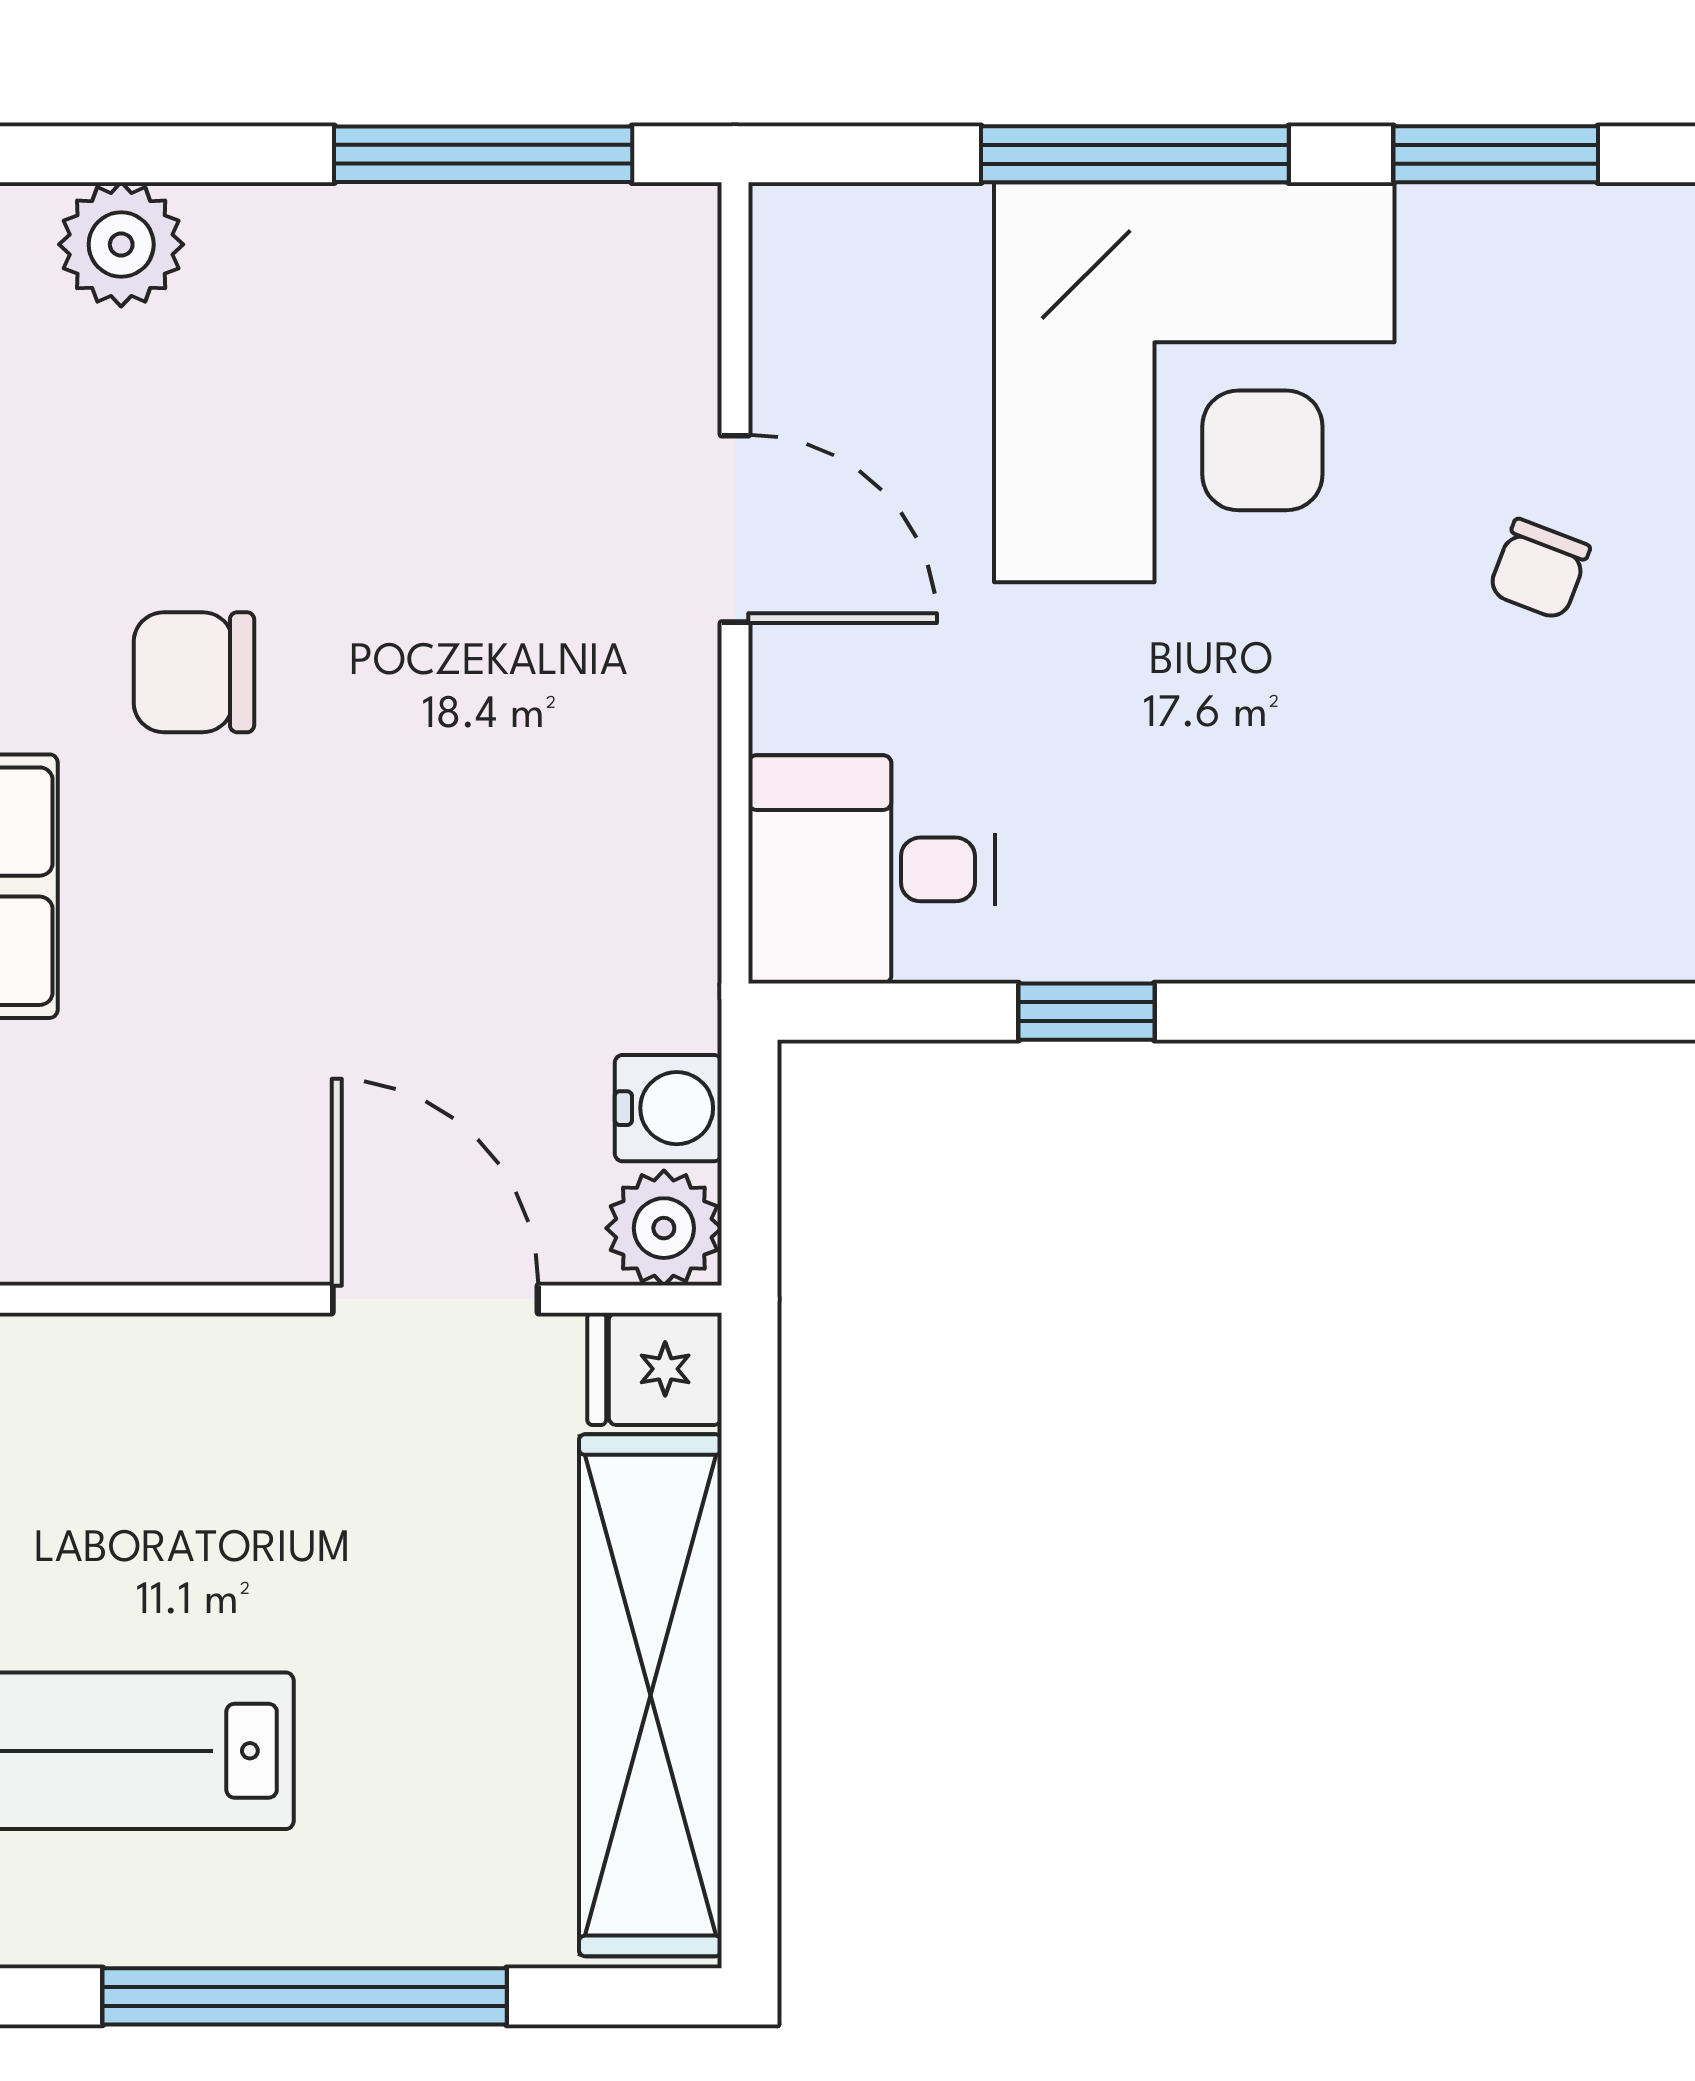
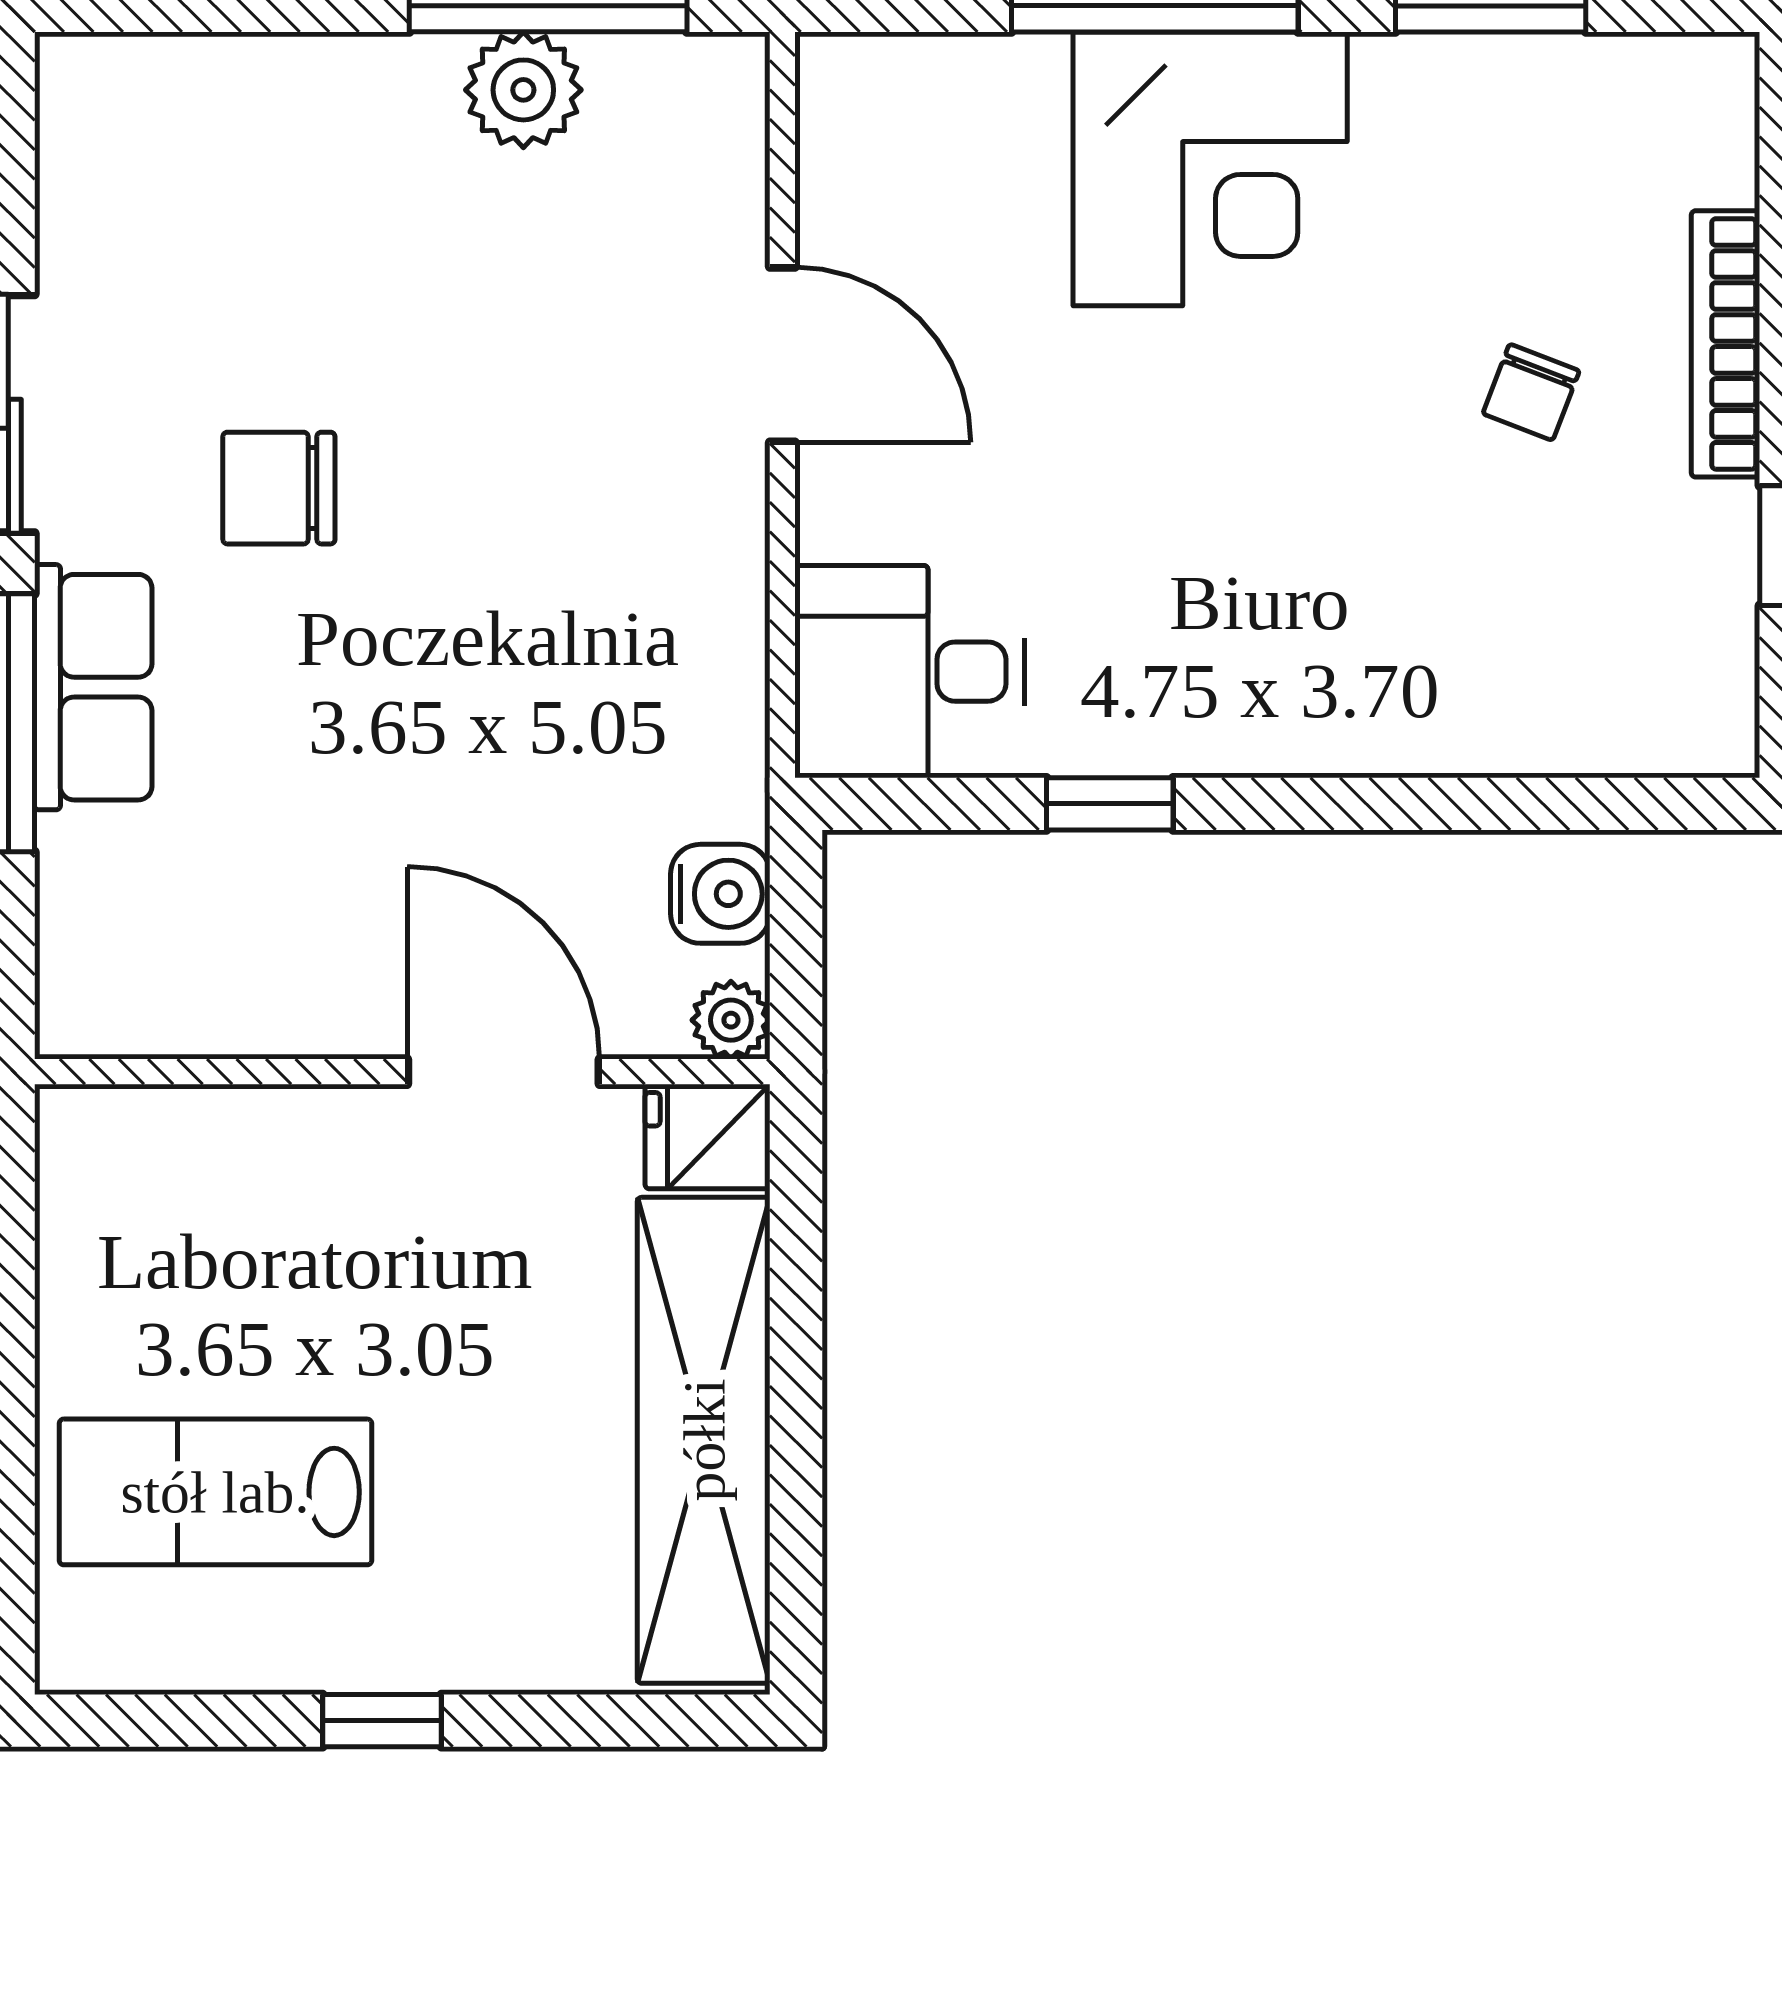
plant: (121, 244) -> (523, 90), moved
corner desk: (1194, 382) -> (1210, 169), width x0.74, depth x0.74
plant: (664, 1228) -> (731, 1020), width x0.73, depth x0.73
window: (305, 1996) -> (382, 1721), width x0.32

